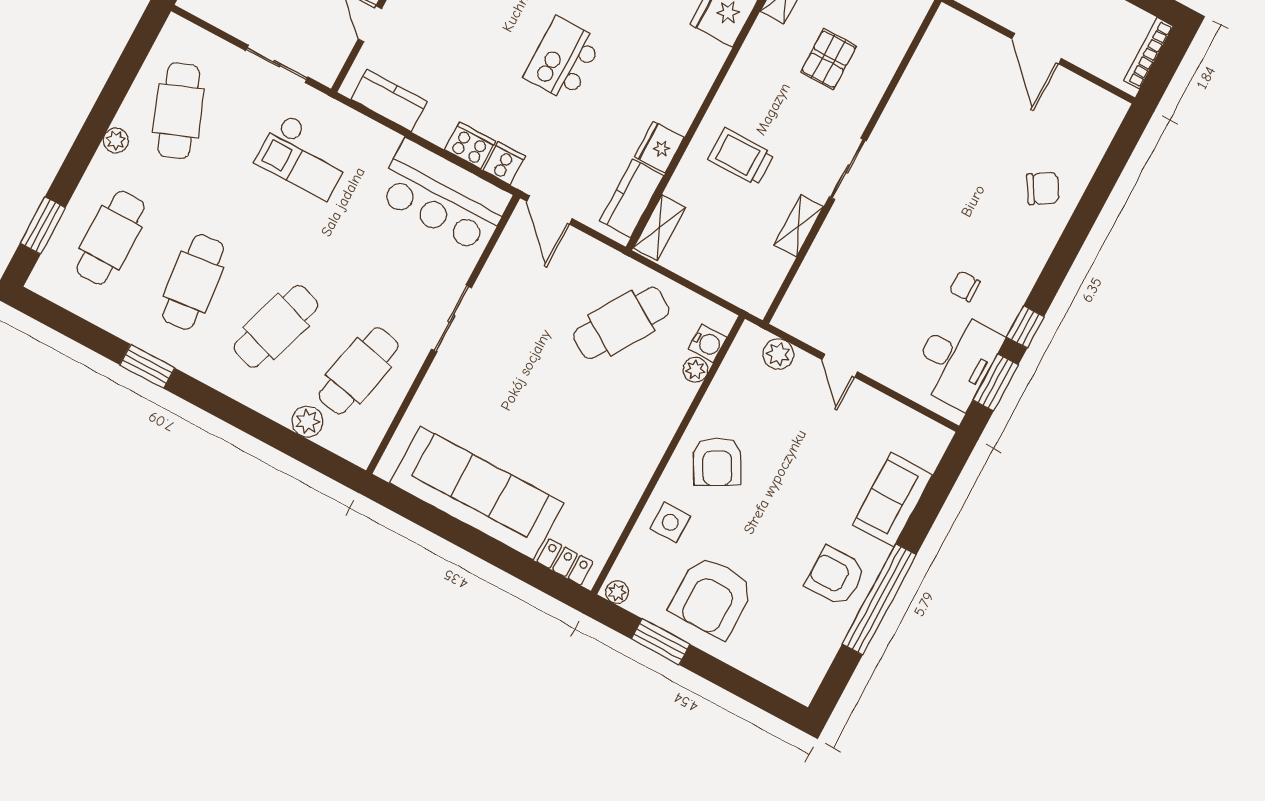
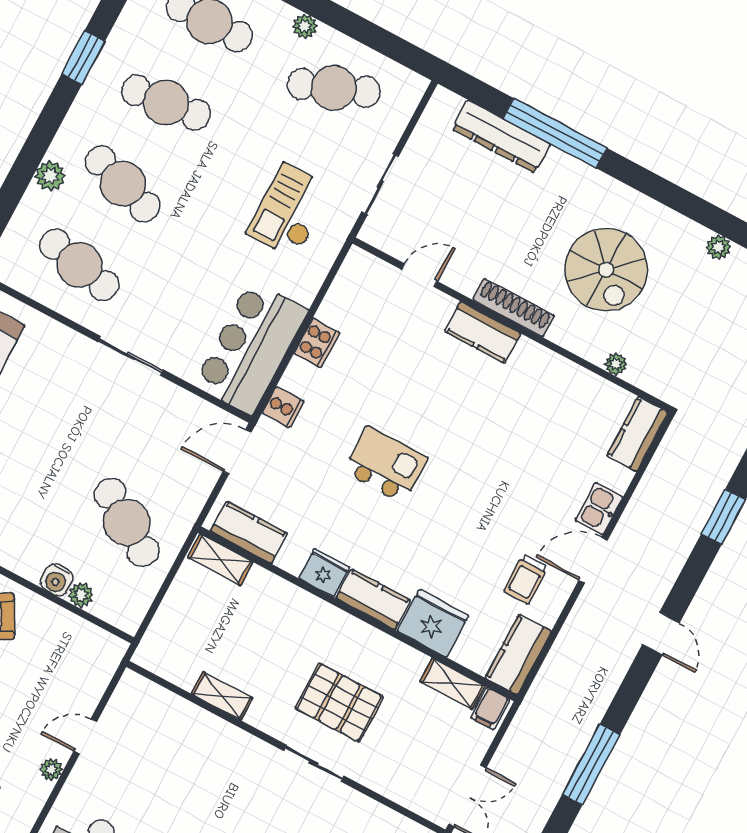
pallet: (829, 59) -> (339, 703), moved, width x1.50, depth x1.42
kitchen counter: (389, 101) -> (373, 599), moved, turned -90
cooker: (470, 146) -> (317, 343), moved
fridge: (659, 147) -> (324, 573), moved
trolley: (741, 157) -> (290, 639), removed
sliding door: (848, 169) -> (314, 763), moved
water cooler: (708, 343) -> (57, 580), moved
plant: (778, 354) -> (51, 770), moved, width x0.73, depth x0.73
plant: (307, 422) -> (50, 176), moved

